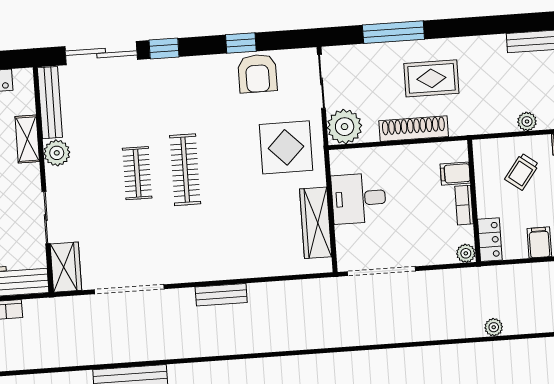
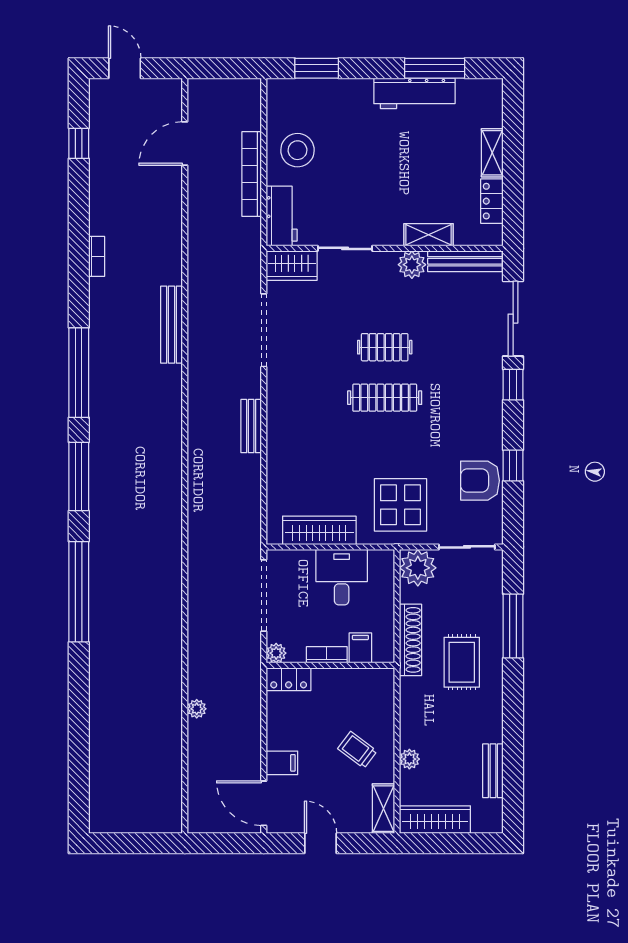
filing cabinet: (455, 174) -> (360, 648), moved
wall: (474, 201) -> (330, 665), moved
bookcase: (464, 205) -> (327, 655), moved
locker: (490, 240) -> (289, 679), moved
plant: (466, 253) -> (276, 653), moved

